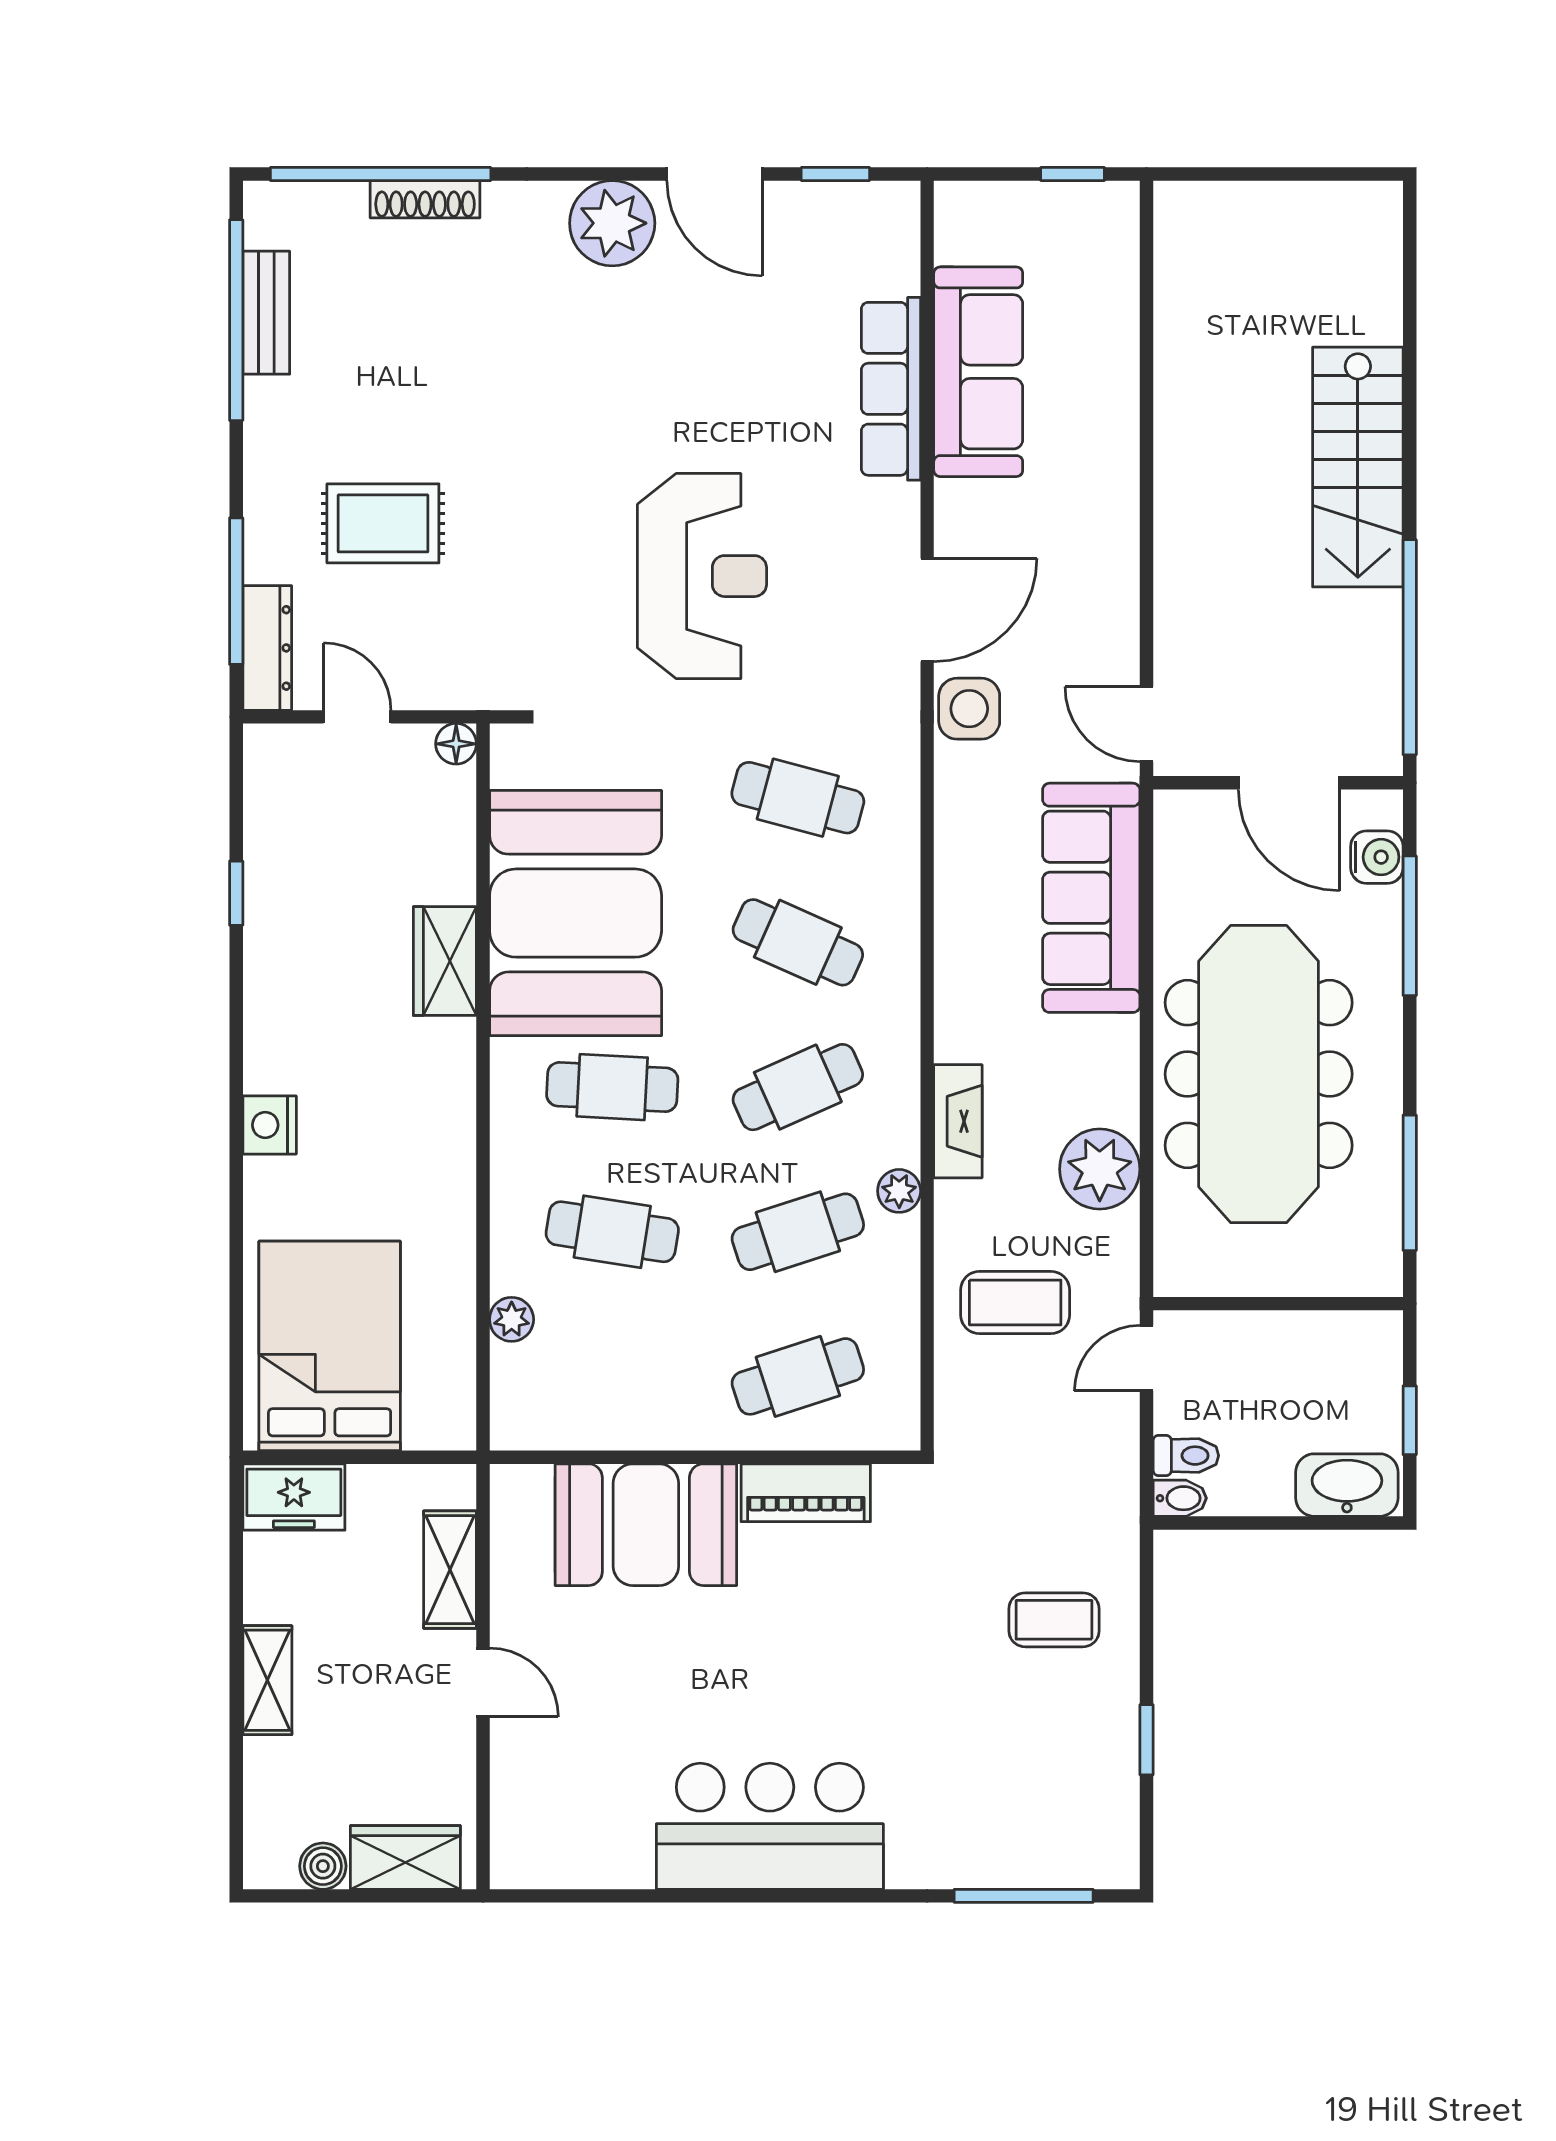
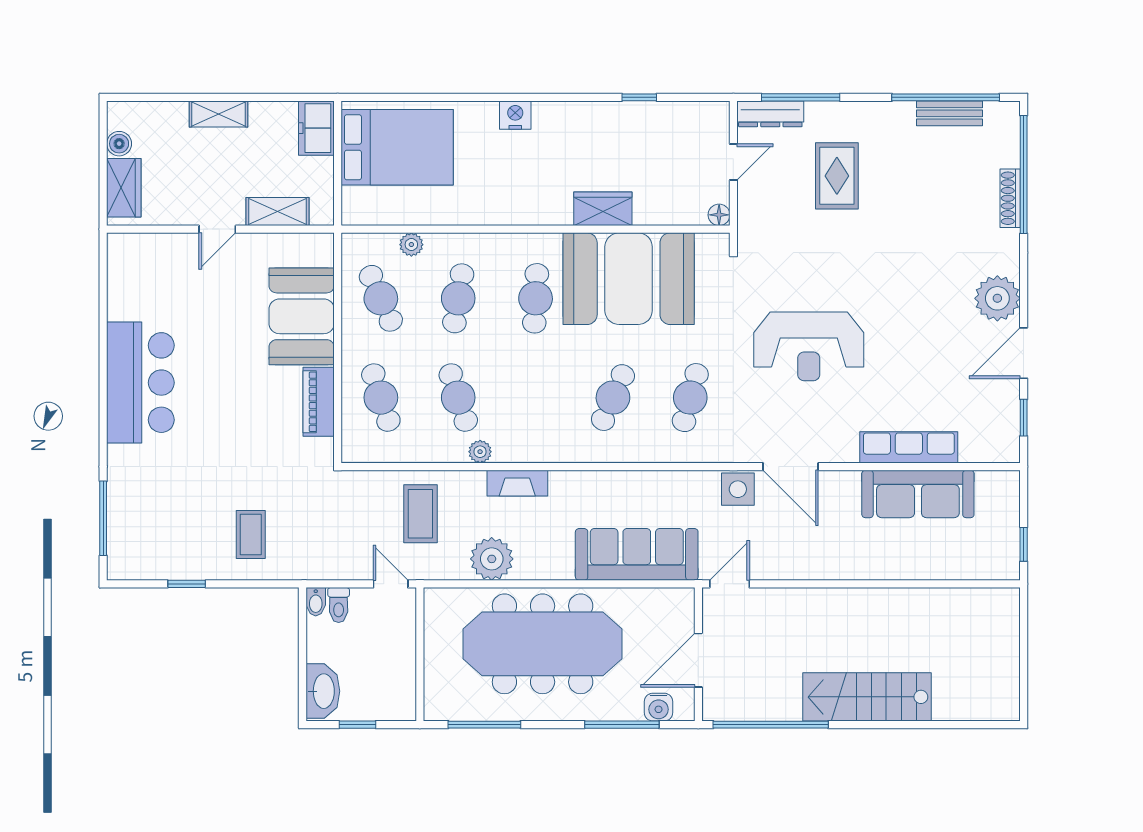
cafe table: (798, 1087) -> (381, 298), moved

